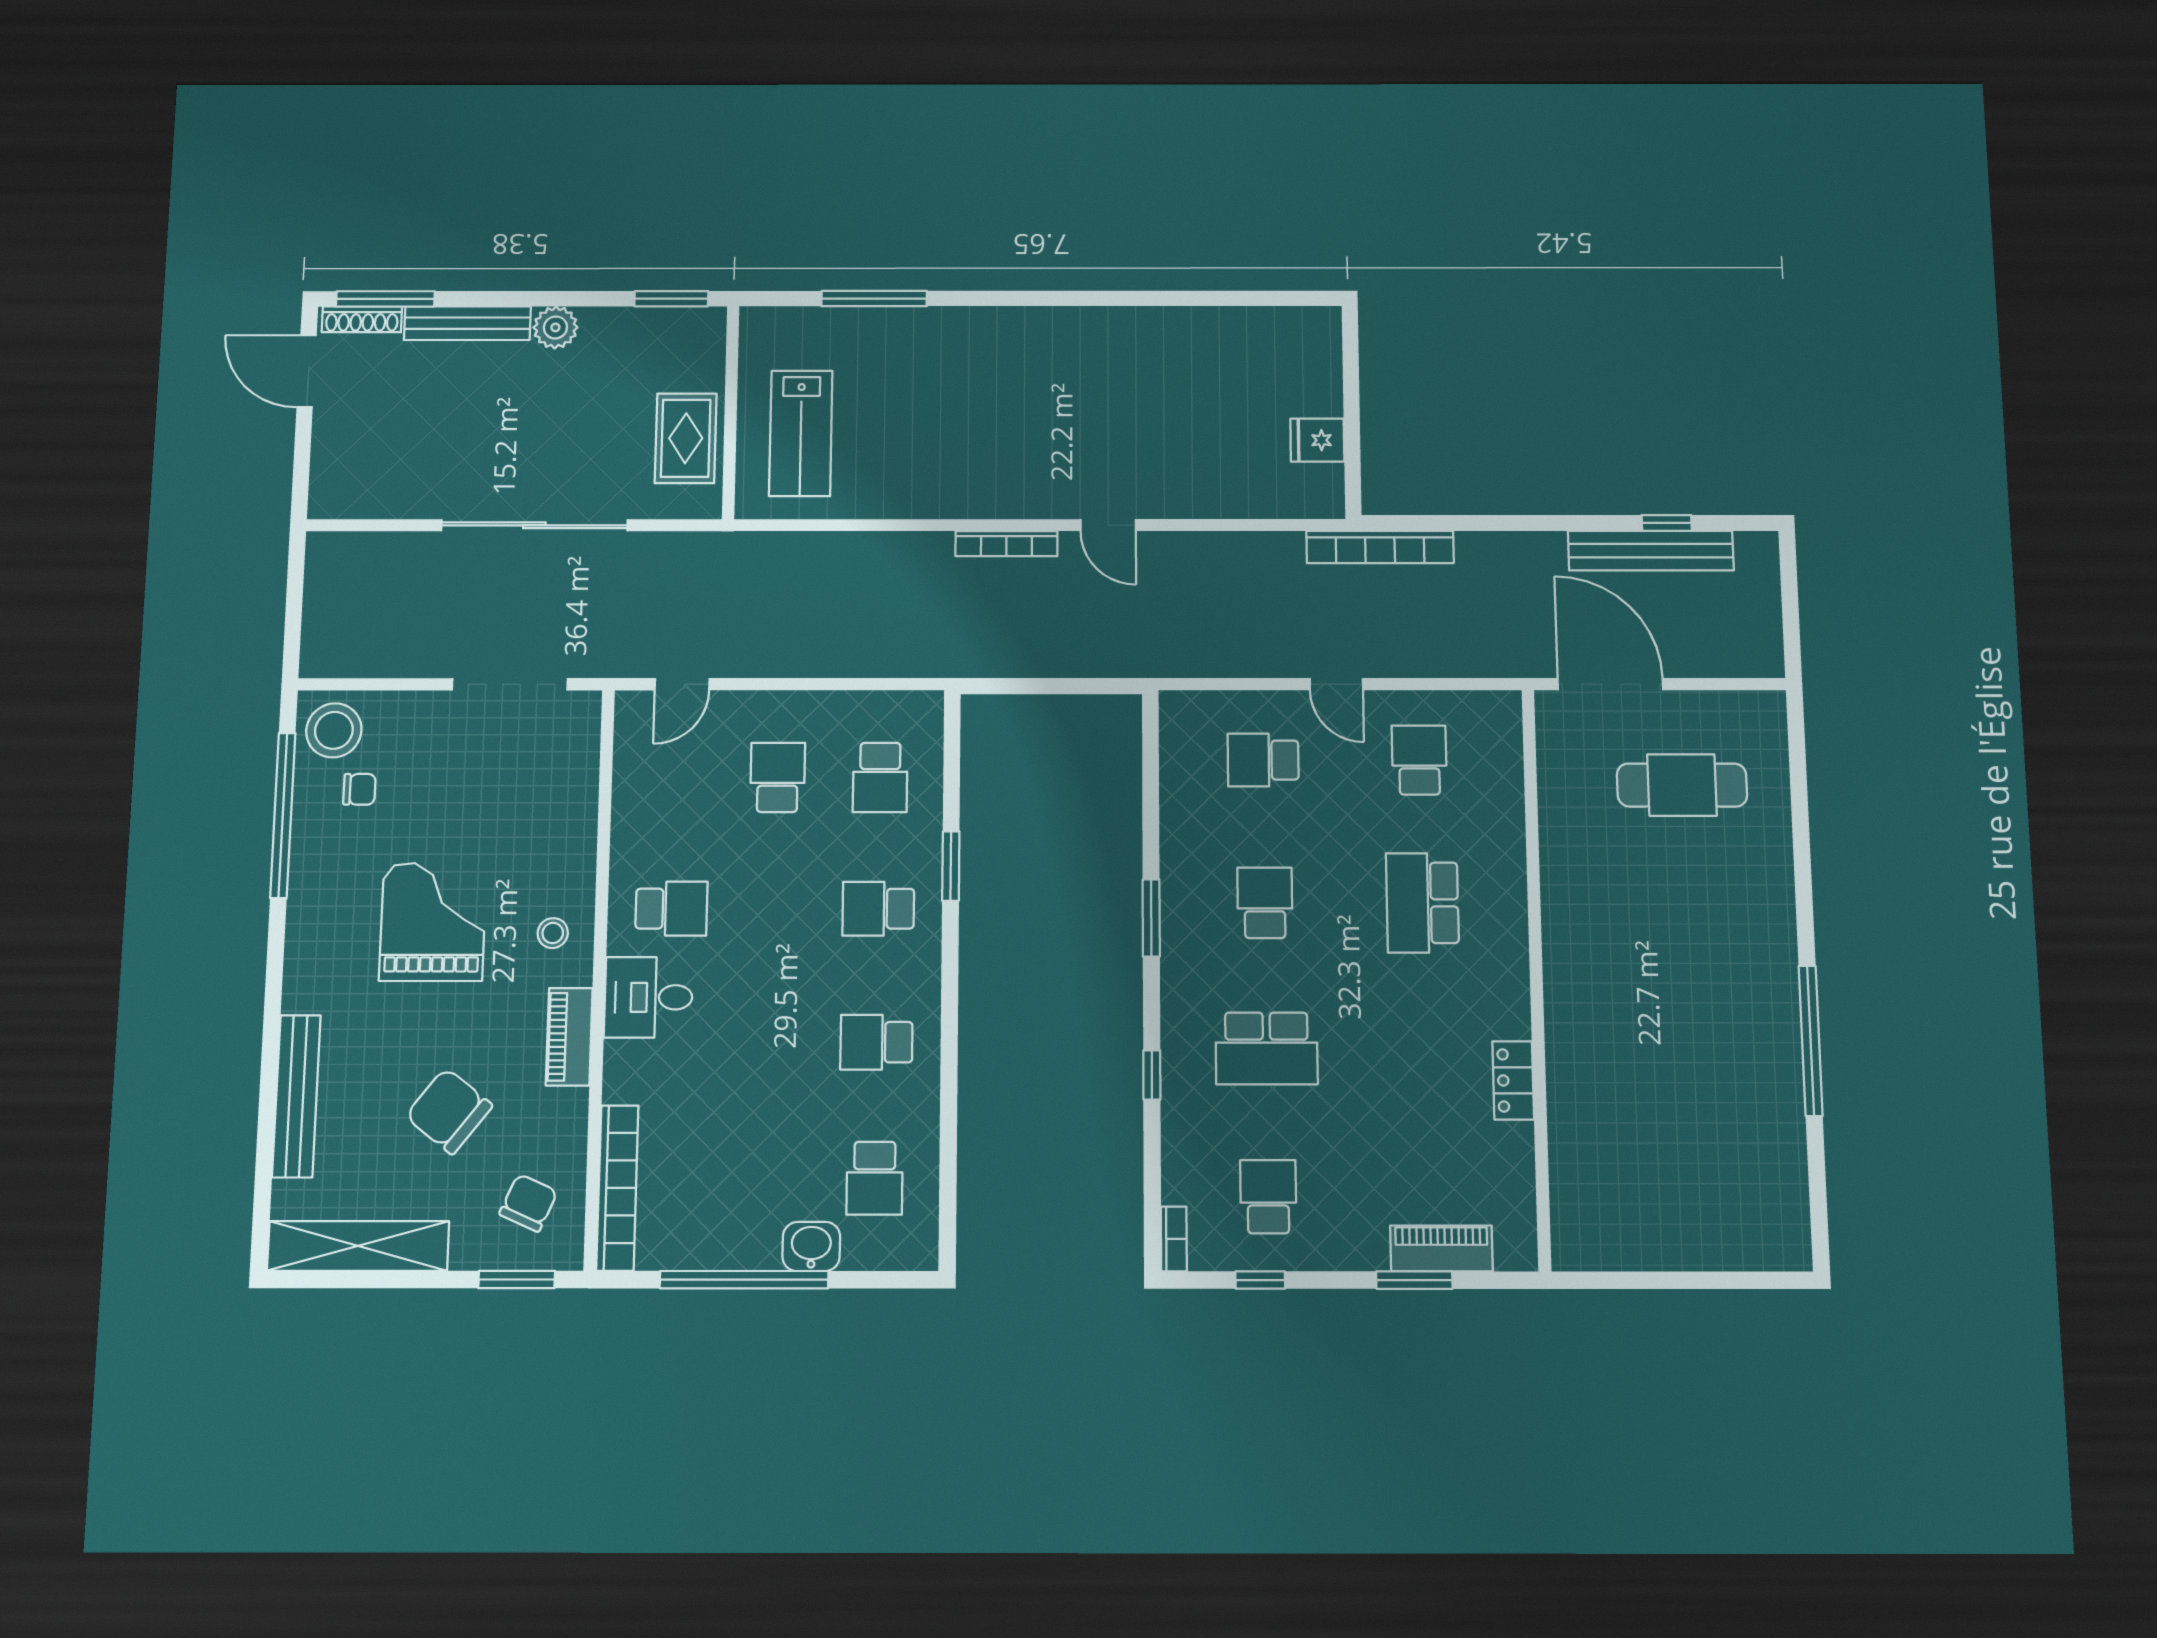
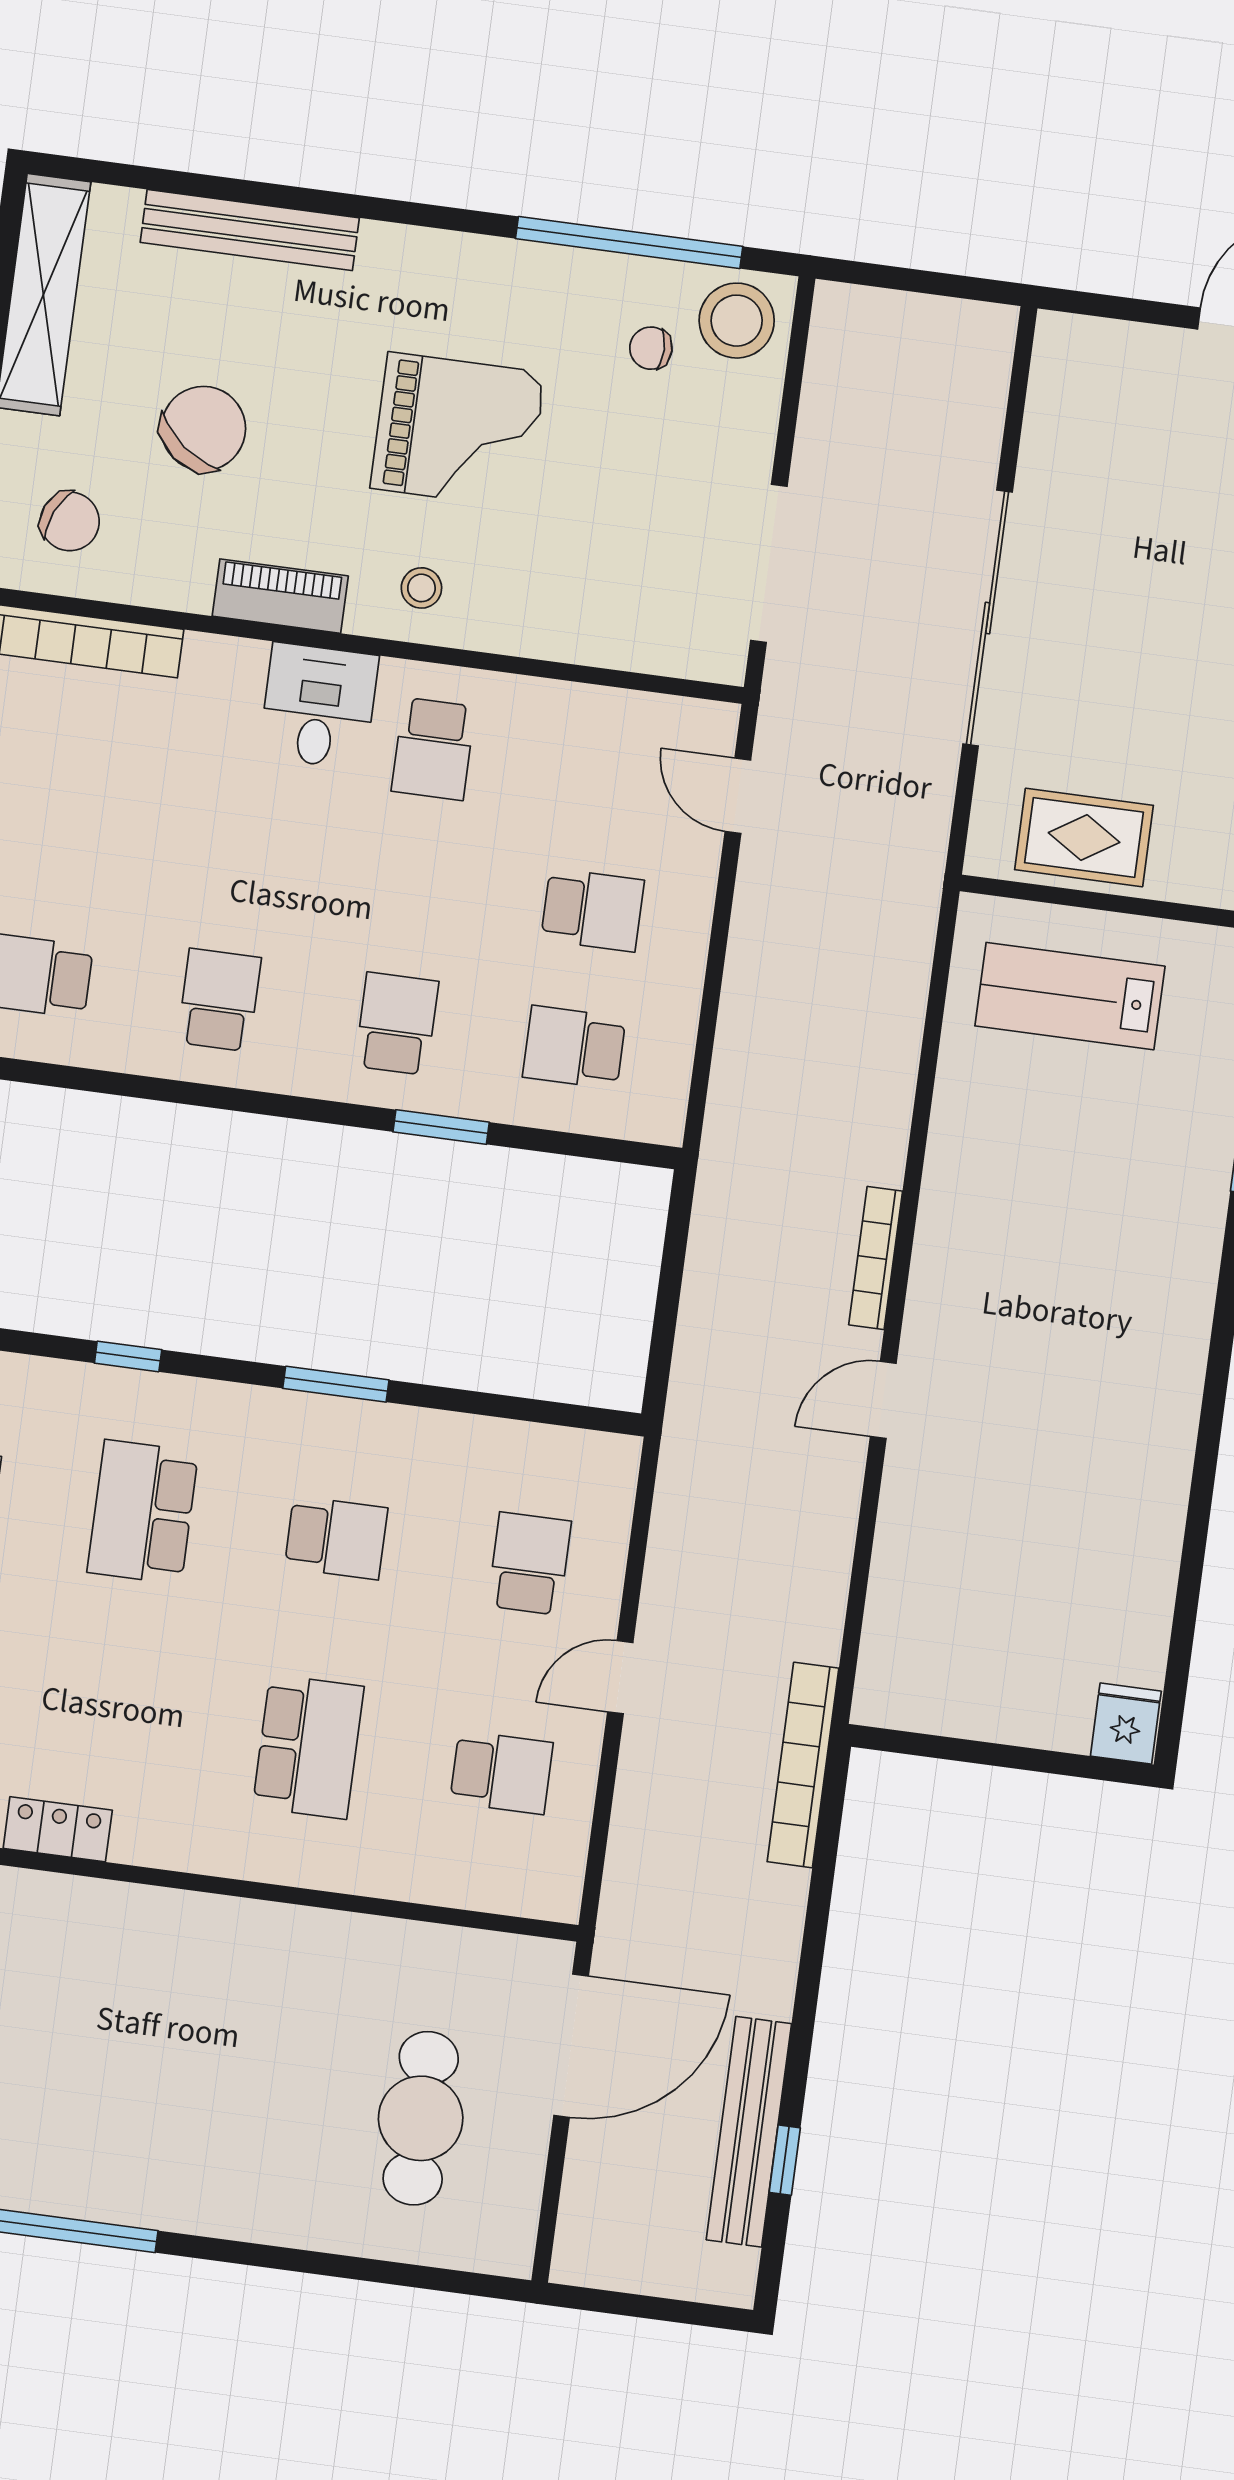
fridge: (1317, 440) -> (1126, 1724), moved
chair: (359, 789) -> (651, 348), turned 90
school desk: (1422, 903) -> (308, 1747), turned 90

